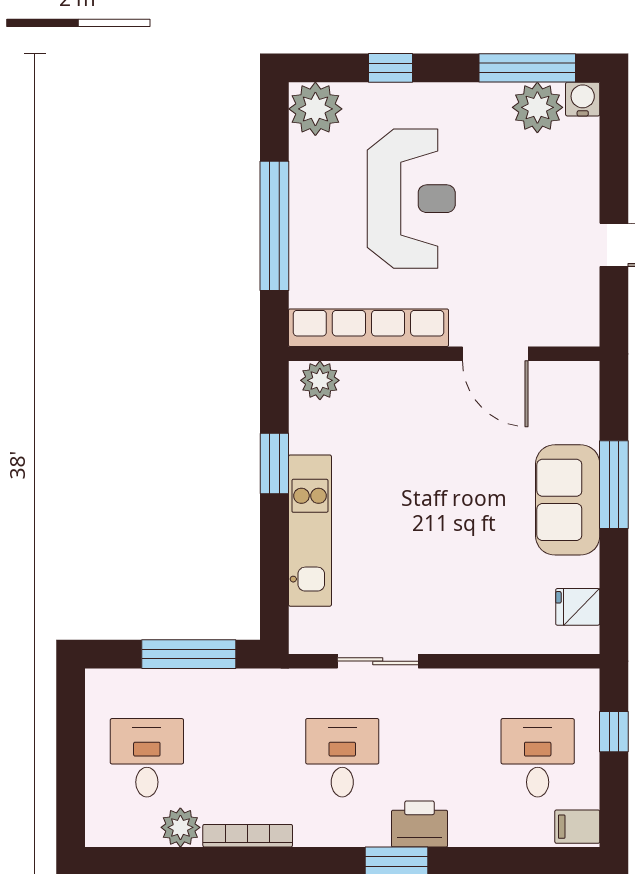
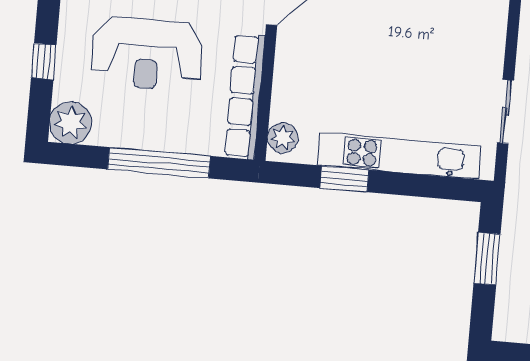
reception desk: (411, 199) -> (147, 54), turned 180
kitchen unit: (310, 531) -> (399, 156), width x1.36
window: (189, 654) -> (487, 259), width x0.69

